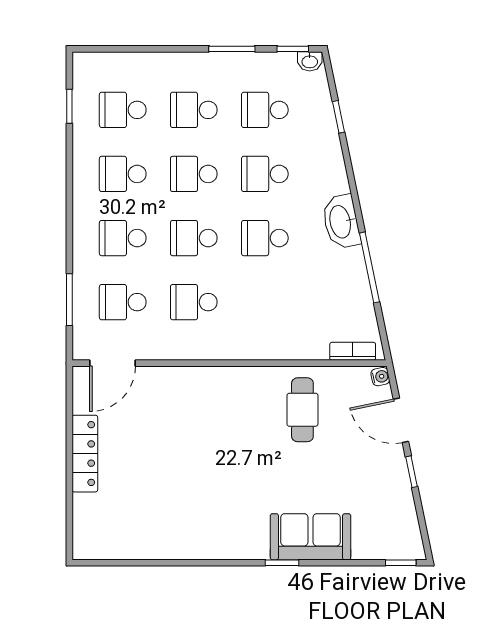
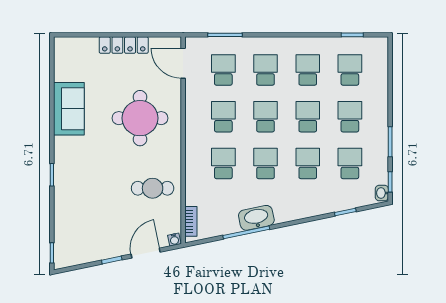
washbasin: (341, 222) -> (256, 218), moved
school desk: (265, 302) -> (223, 163), added
round table: (196, 429) -> (140, 118), added
sofa: (310, 537) -> (69, 109), moved

